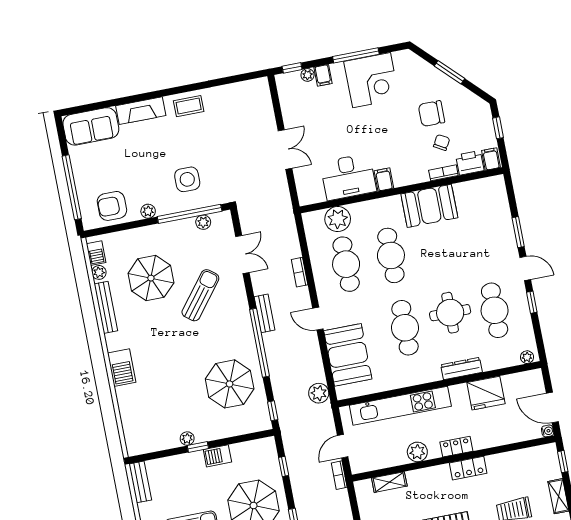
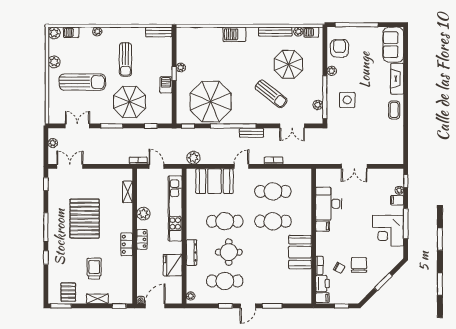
plant: (338, 219) -> (303, 192), removed
parasol: (230, 384) -> (211, 102), width x1.36, depth x1.36

